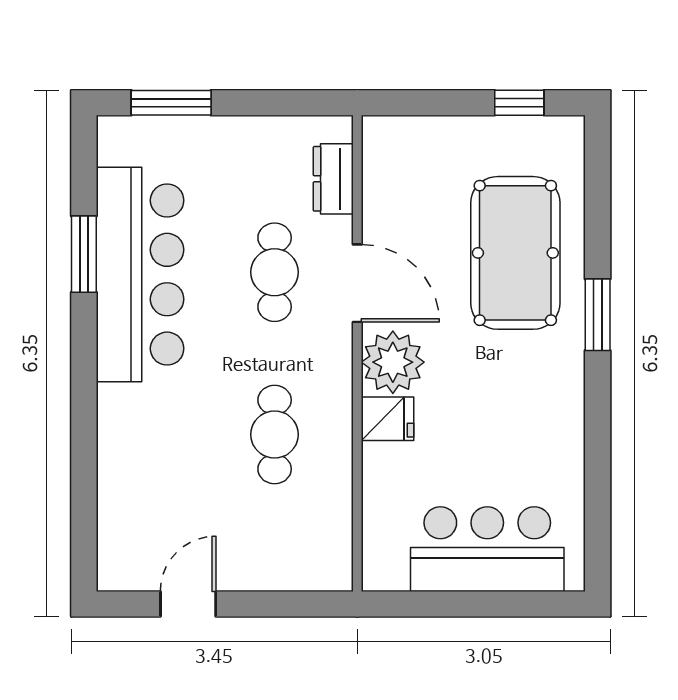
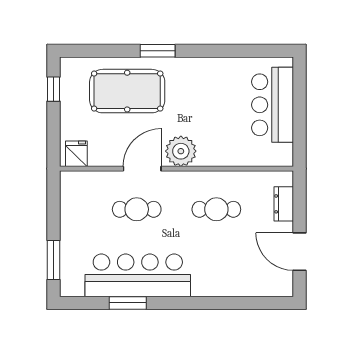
dresser: (333, 179) -> (284, 204), moved, turned 90
fridge: (388, 419) -> (76, 154), moved
door: (188, 604) -> (300, 252), width x1.38

